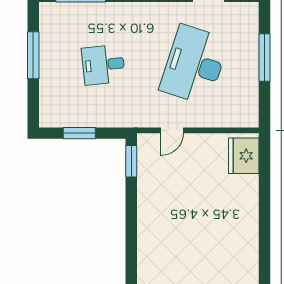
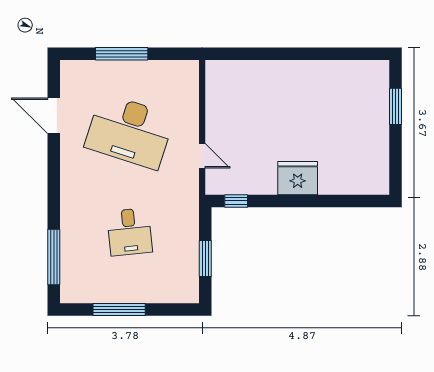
fridge: (244, 156) -> (298, 178), moved, turned 180
window: (131, 161) -> (236, 201), width x0.67

